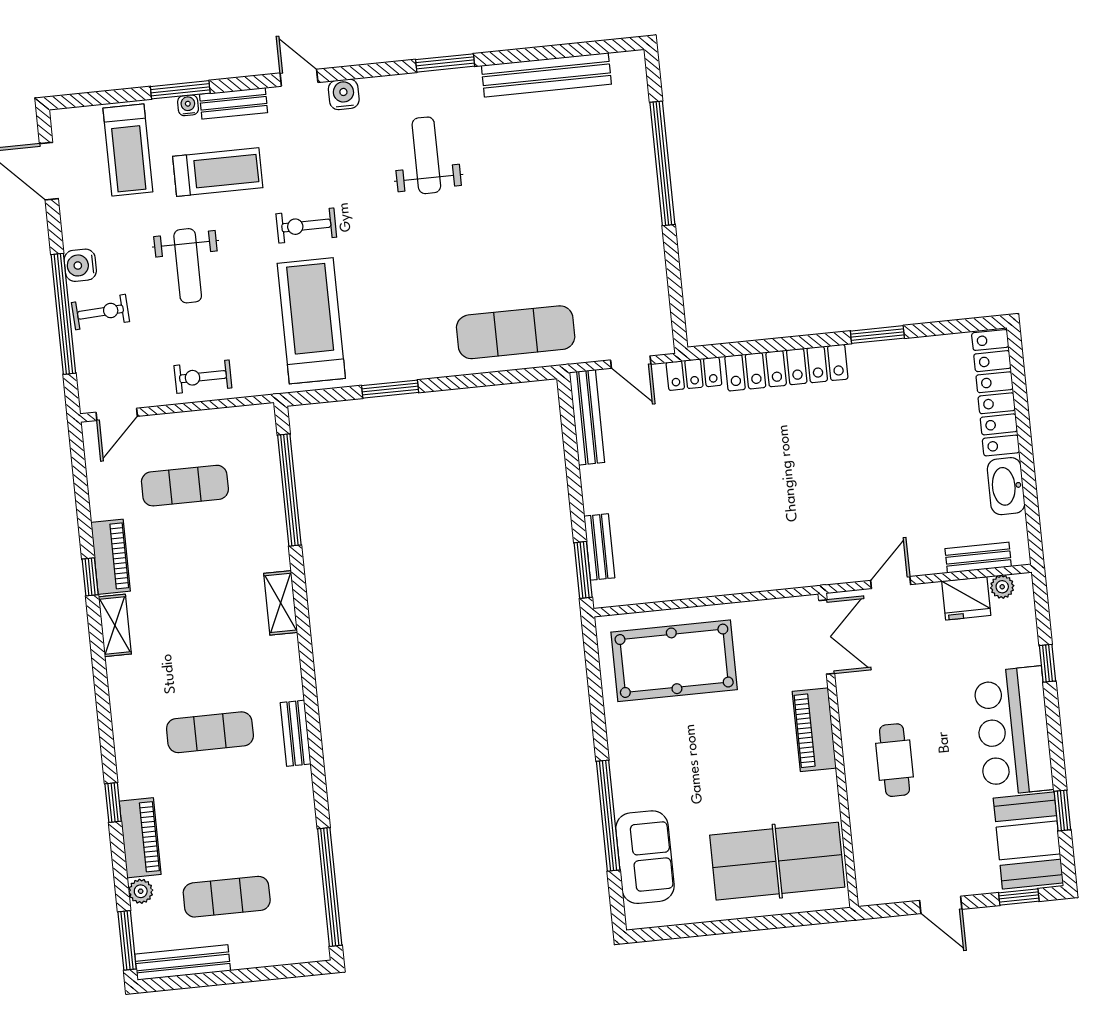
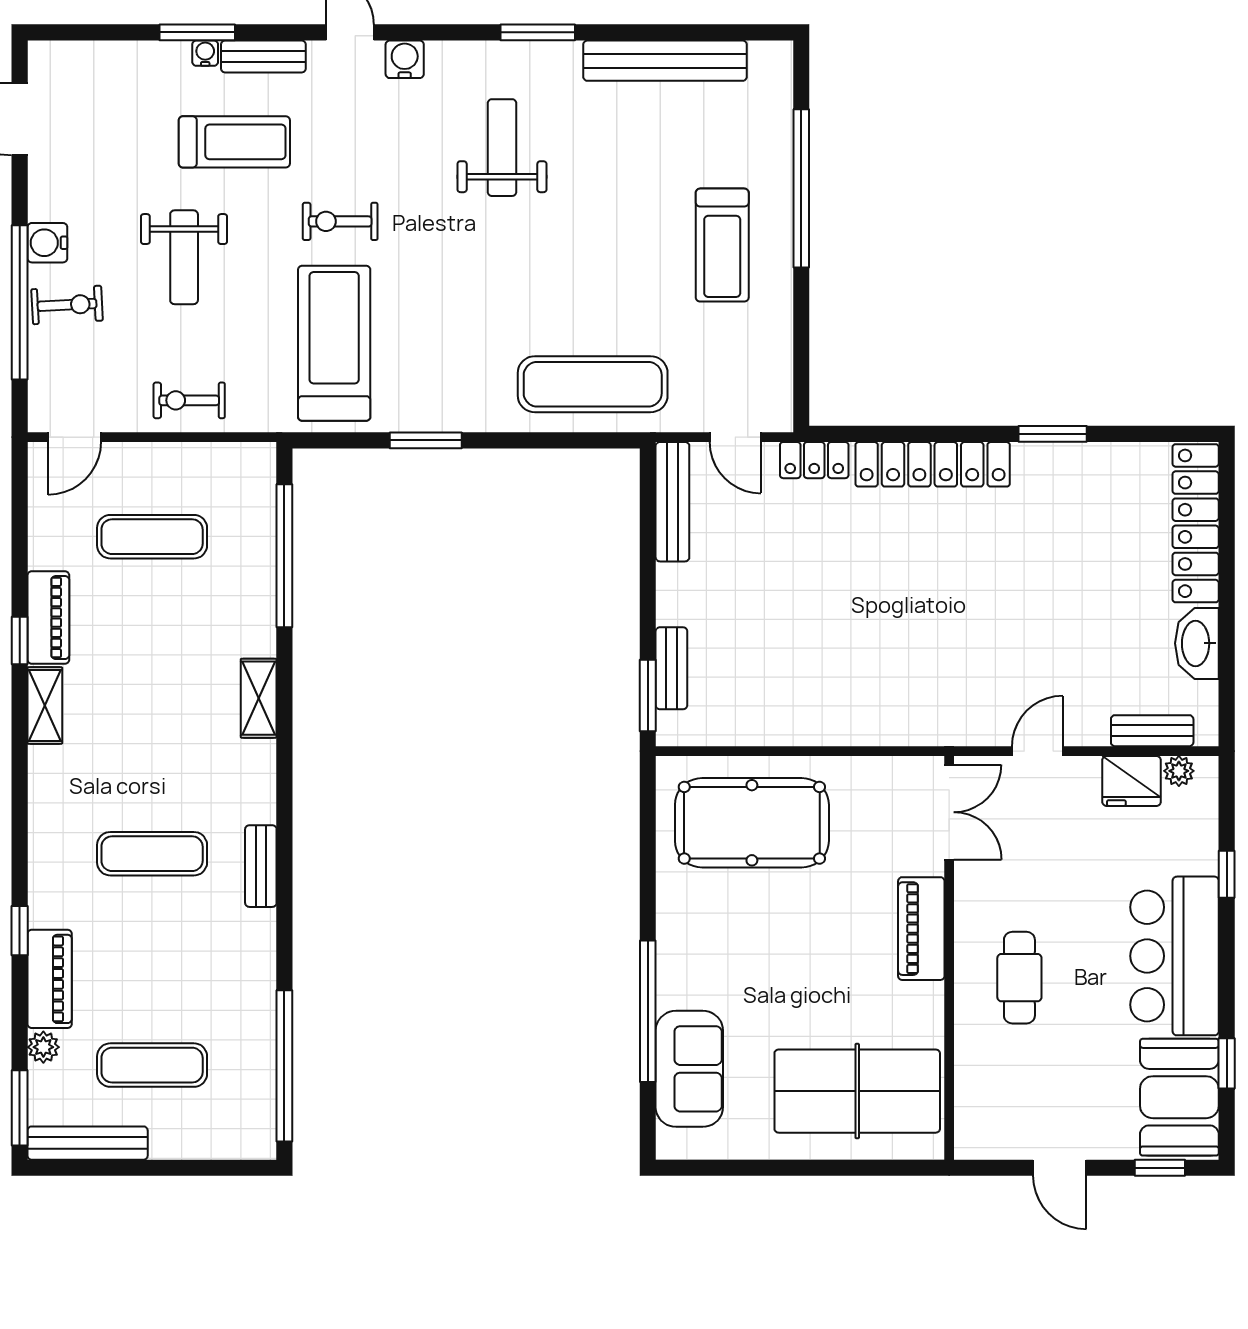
treadmill: (128, 150) -> (722, 245), moved

